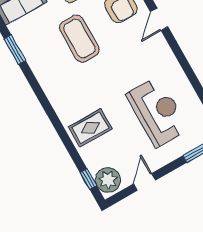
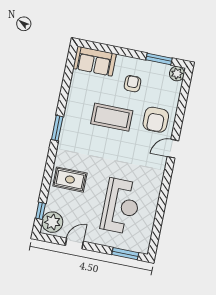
coffee table: (79, 39) -> (112, 117), turned 90
window: (15, 50) -> (57, 128), moved

